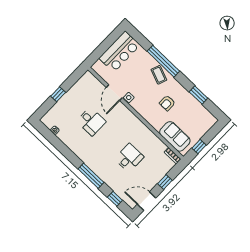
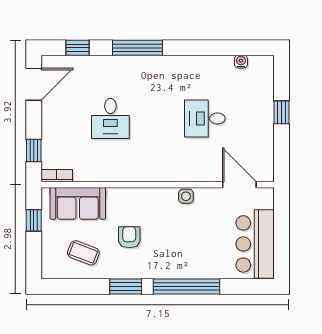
coffee table: (159, 75) -> (83, 253), moved
door: (114, 93) -> (239, 185), moved
window: (198, 95) -> (126, 287), moved
window: (165, 182) -> (34, 151), moved

